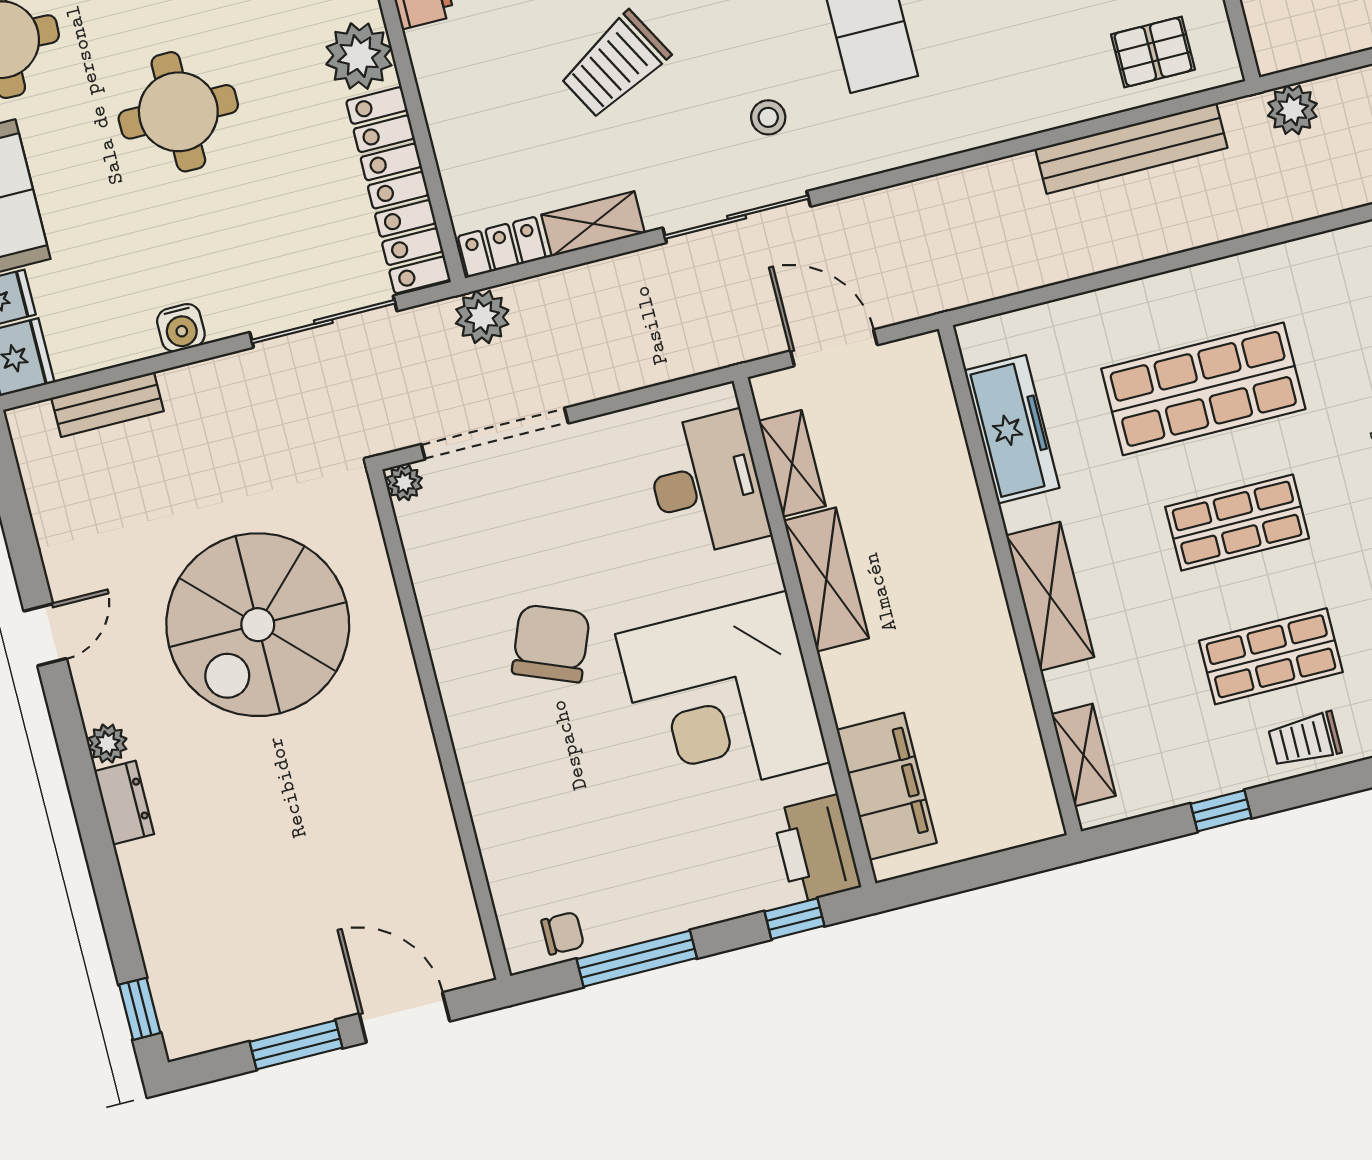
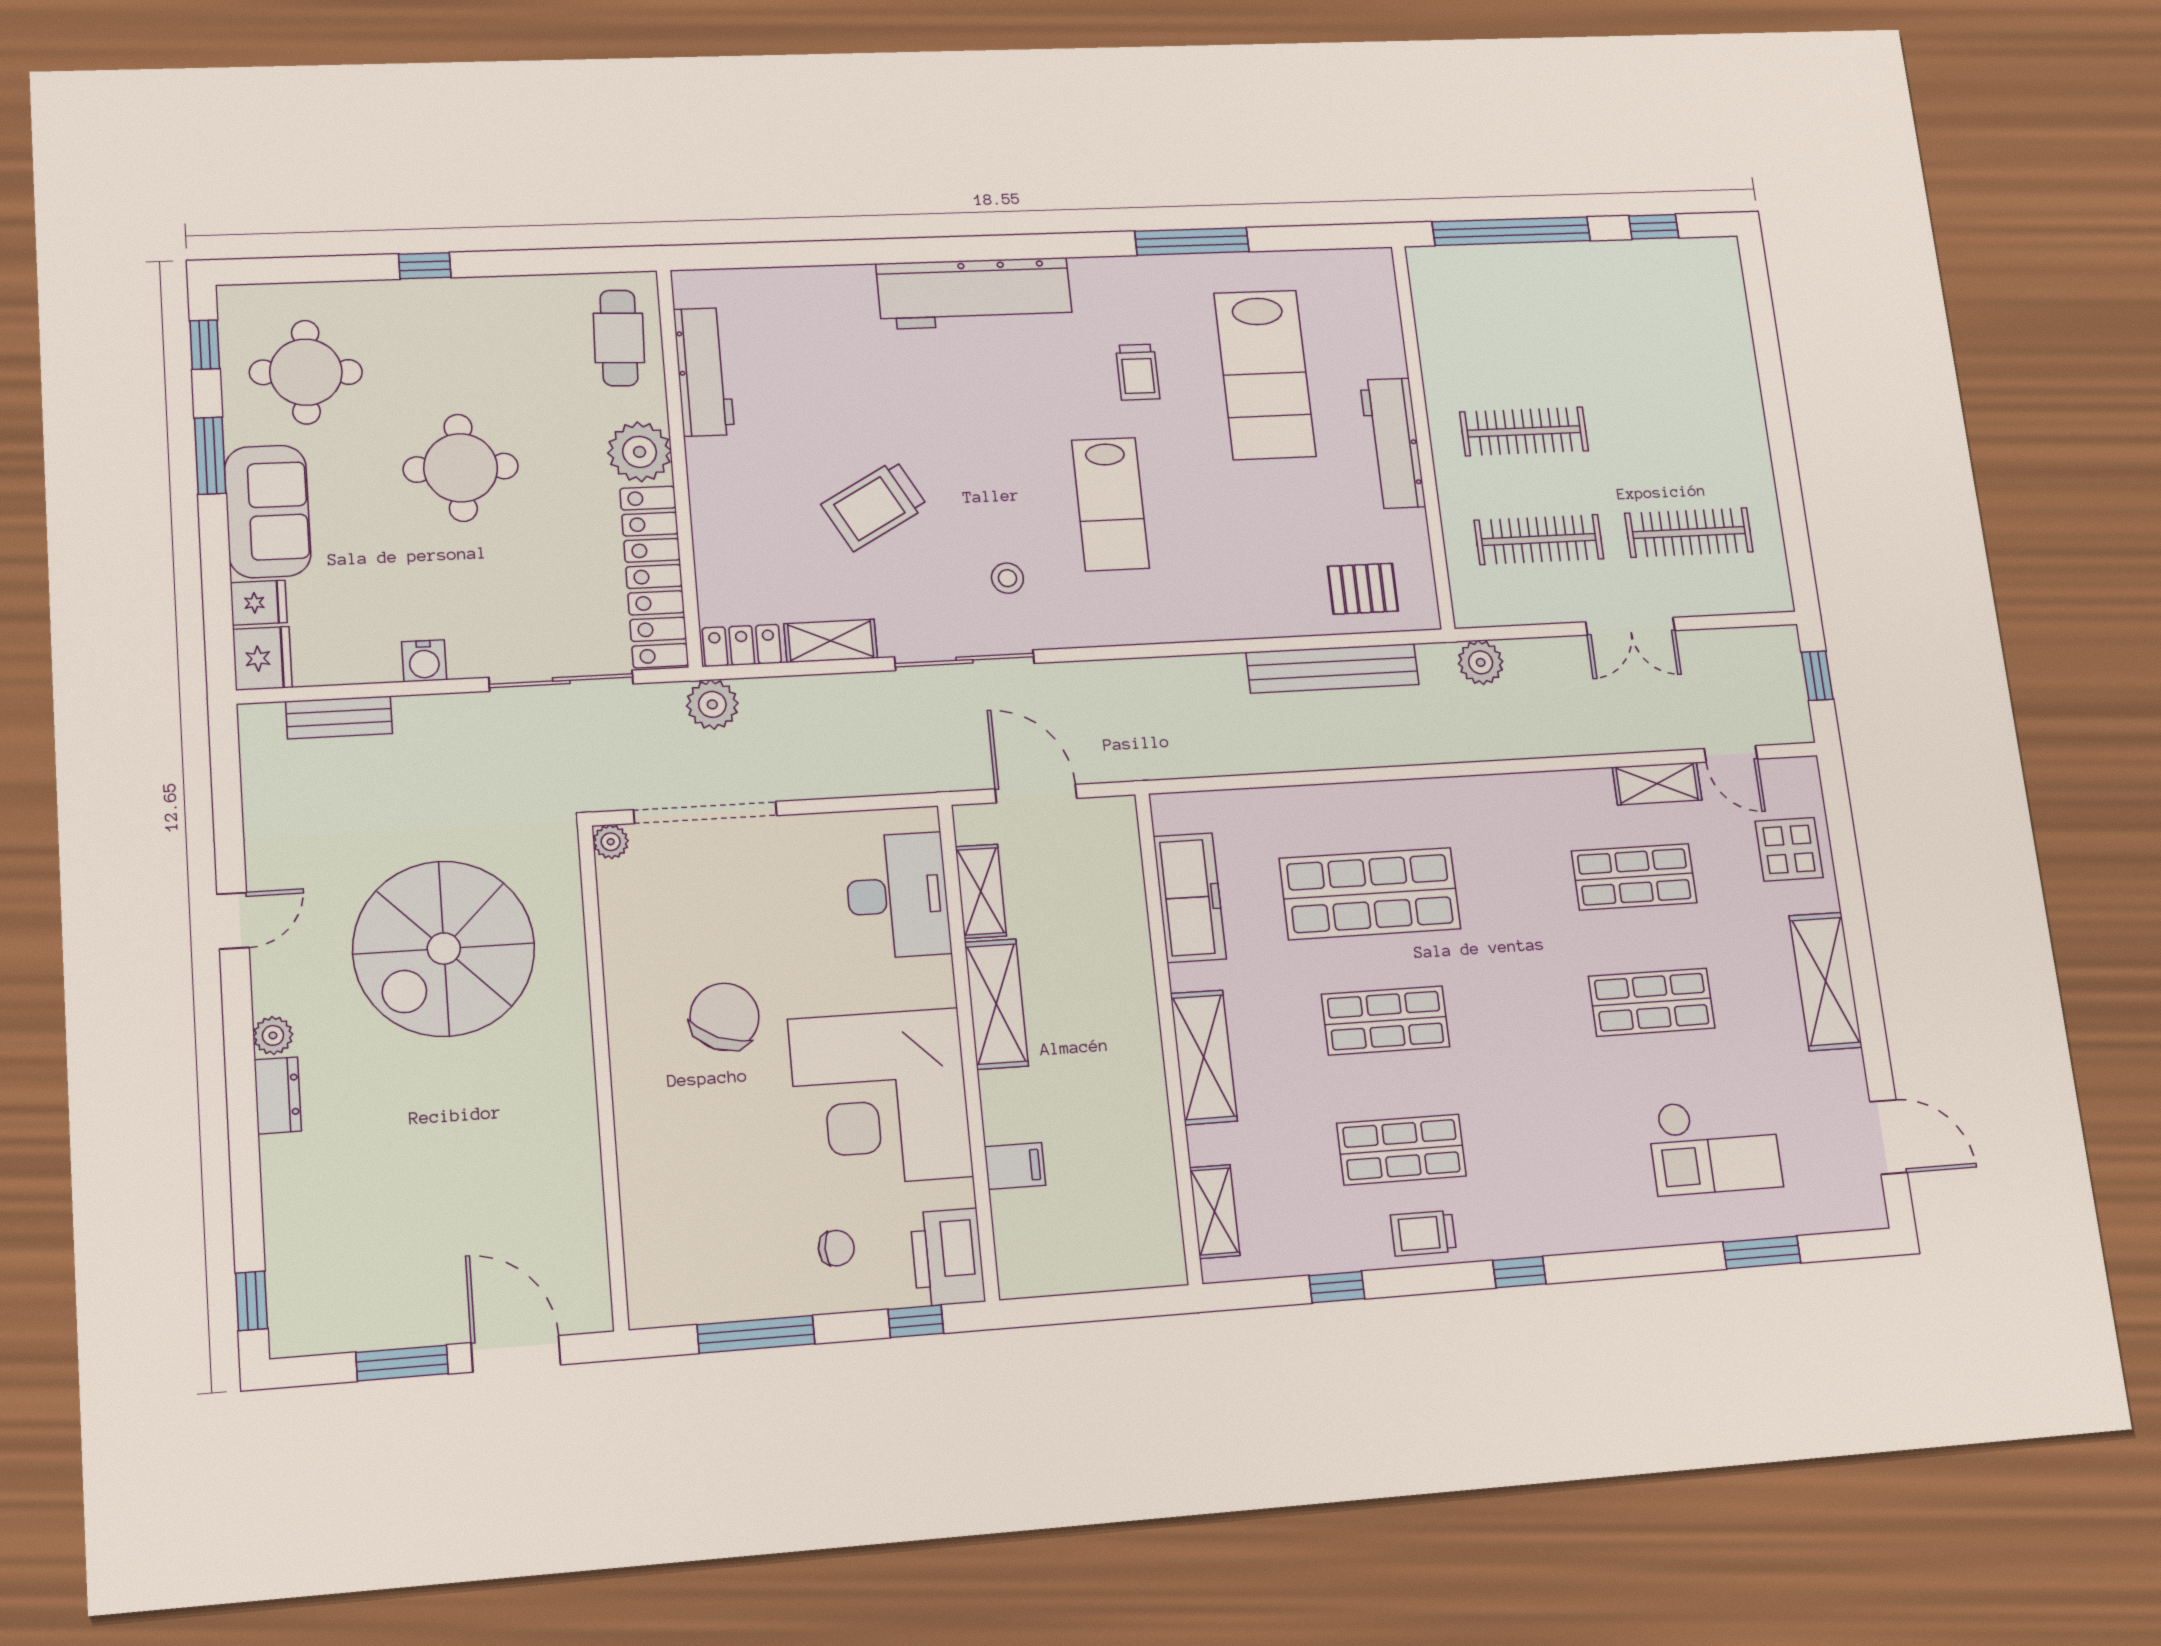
filing cabinet: (887, 786) -> (1015, 1166), width x0.33, depth x0.86
chair: (563, 933) -> (836, 1248), moved

